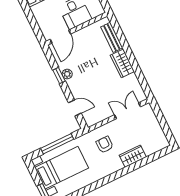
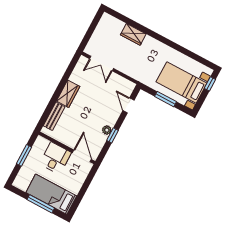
door: (60, 37) -> (82, 156), hinge flipped
window: (57, 144) -> (166, 99), width x0.69
armchair: (105, 145) -> (140, 62), removed

